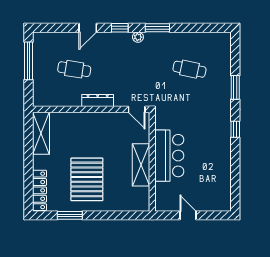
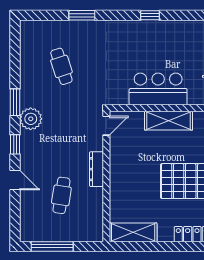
plant: (138, 37) -> (31, 119), width x1.88, depth x1.88
cafe table: (190, 69) -> (61, 66), turned -30
window: (235, 129) -> (150, 15), moved

